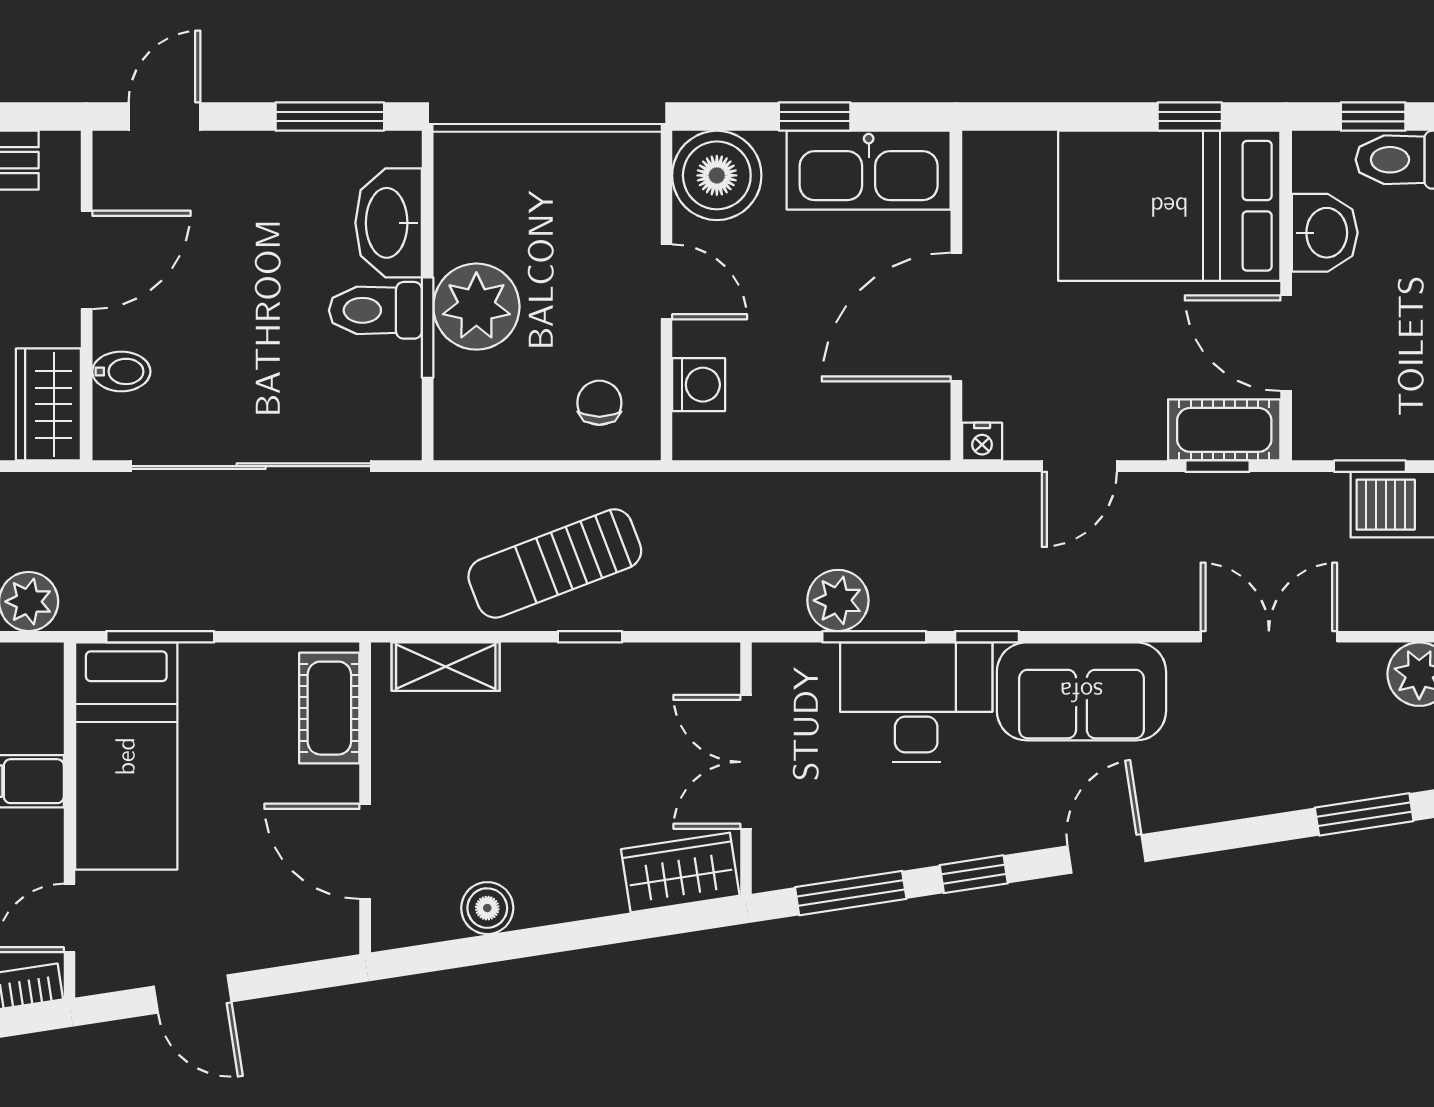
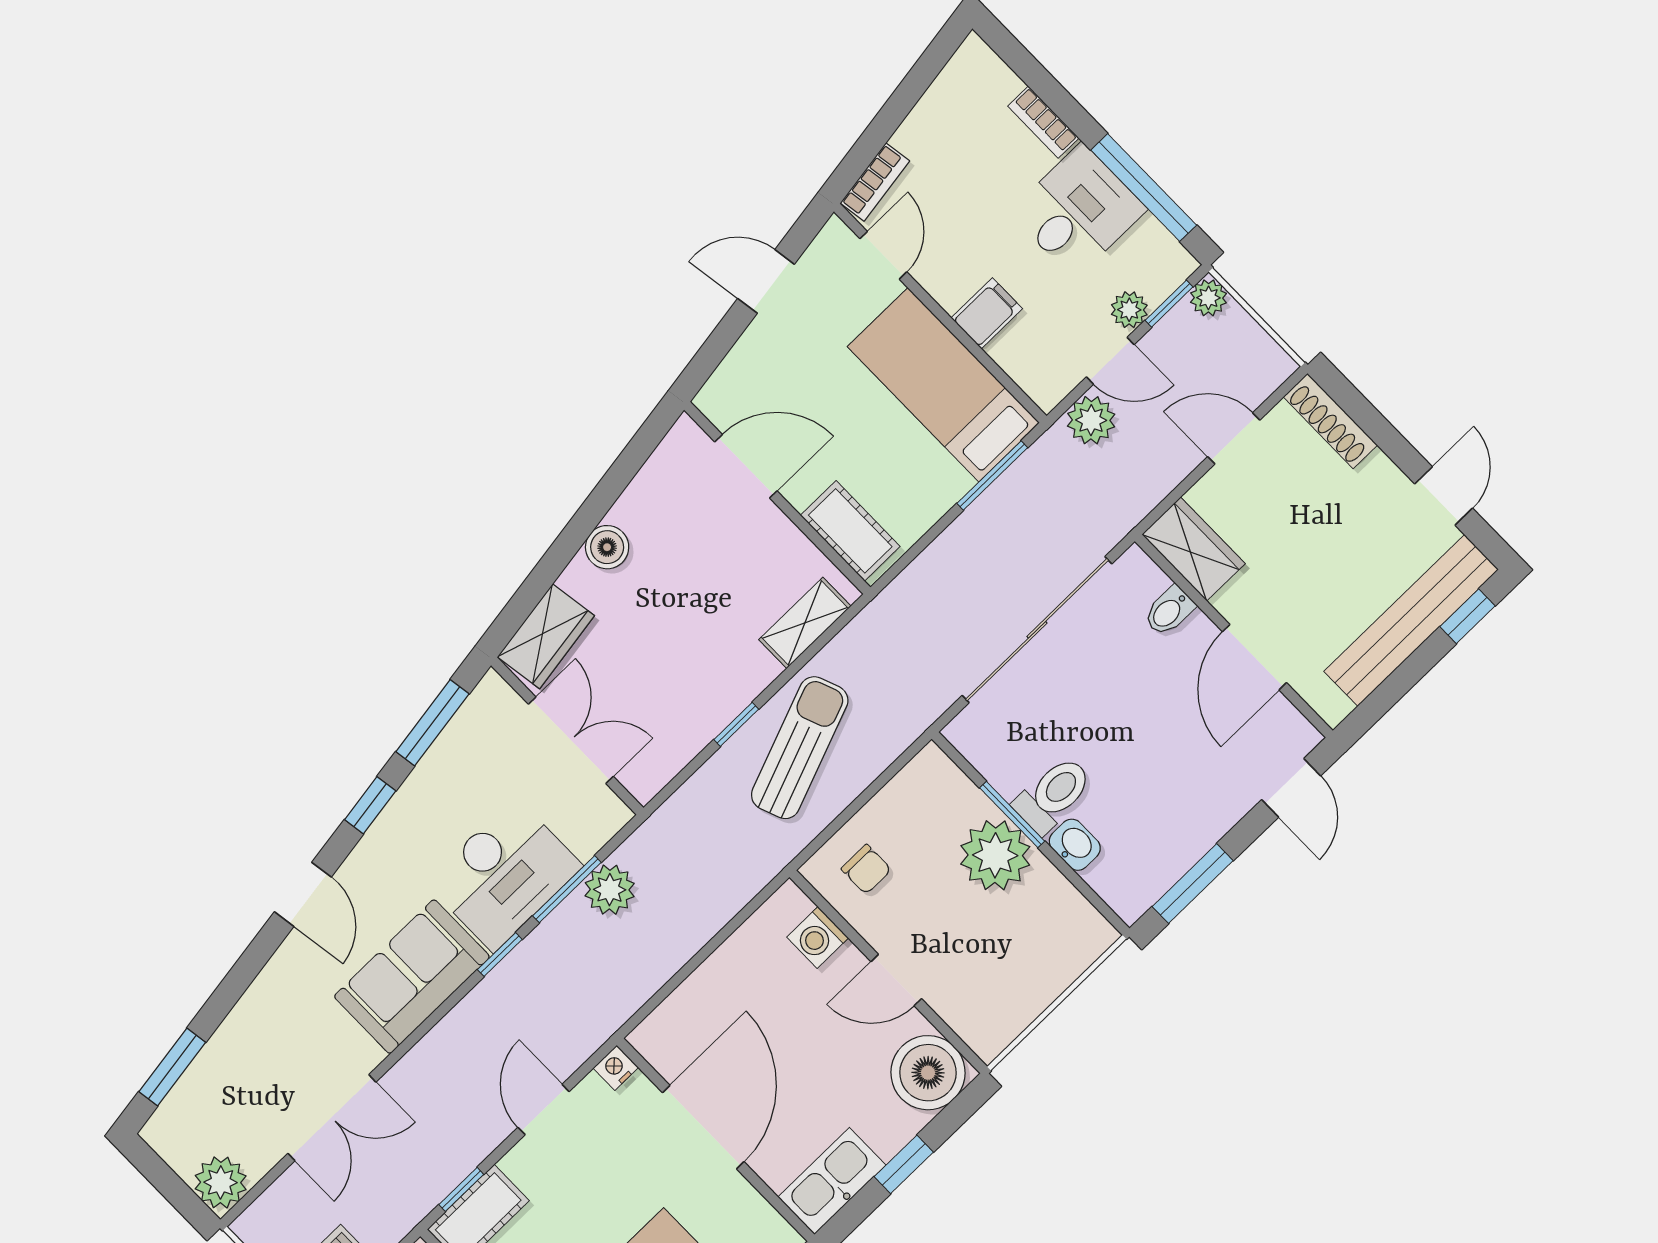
kitchen sink: (869, 170) -> (832, 1181), width x0.73, depth x0.81
washbasin: (389, 223) -> (1075, 845), width x0.52, depth x0.69
boiler: (487, 908) -> (607, 547), moved

